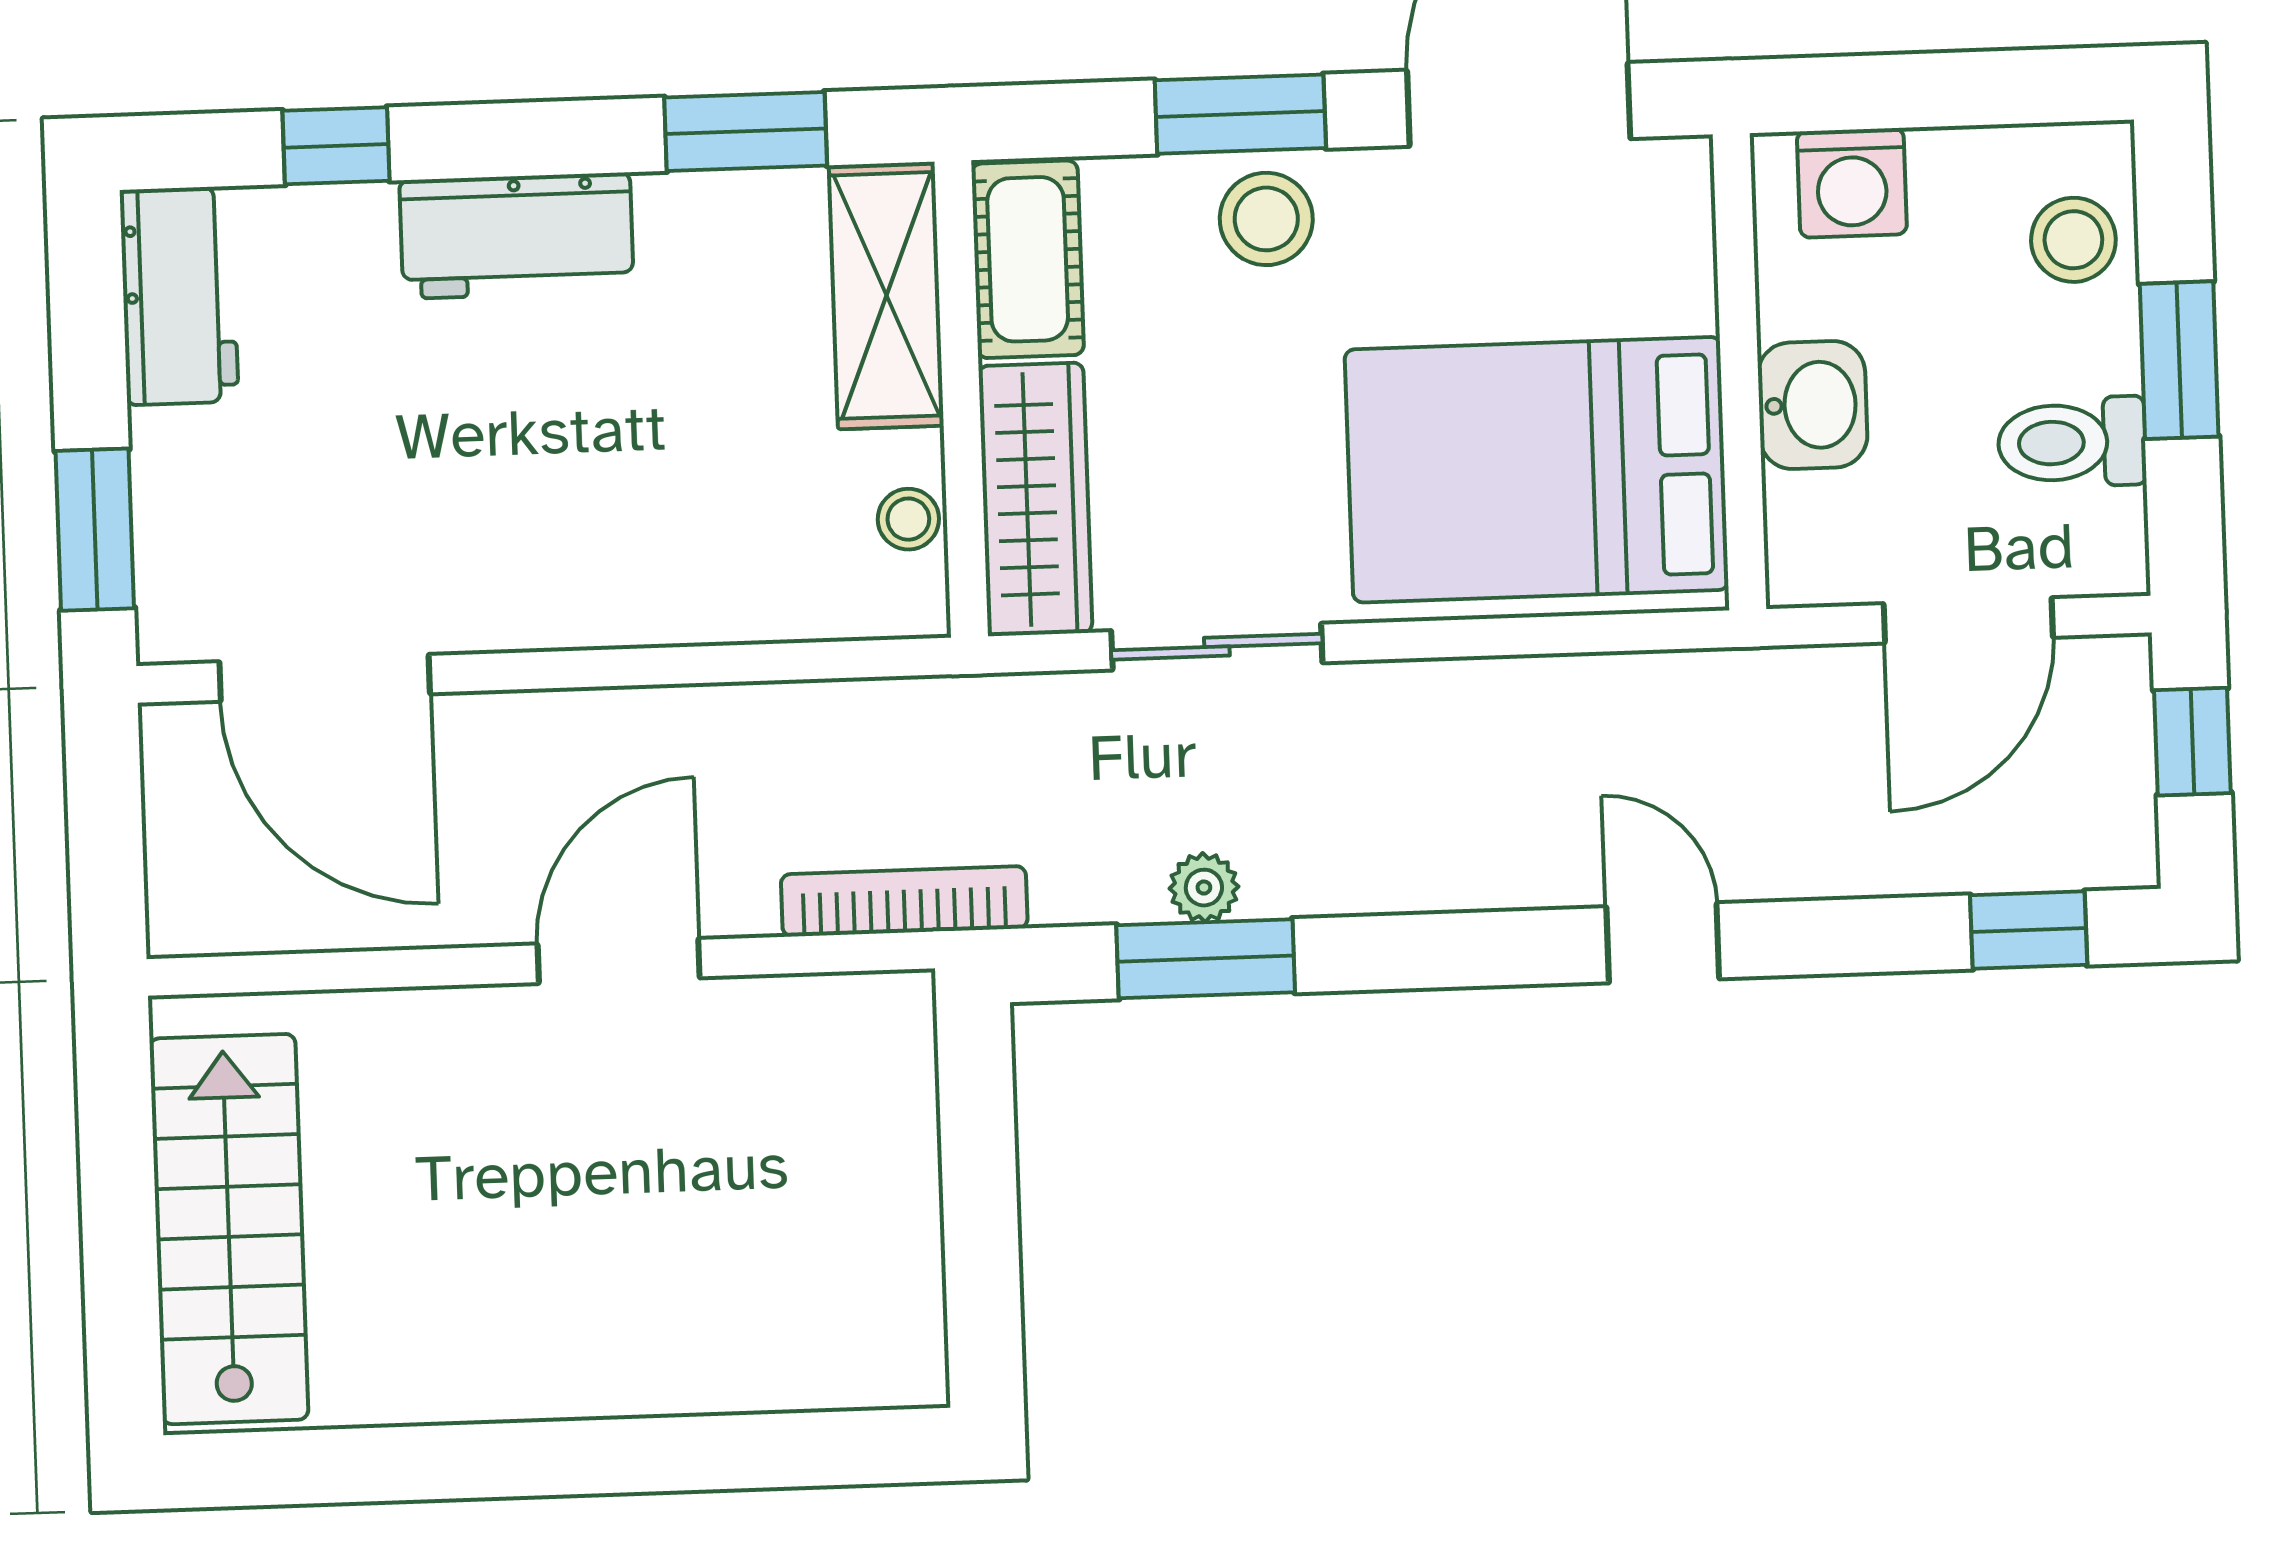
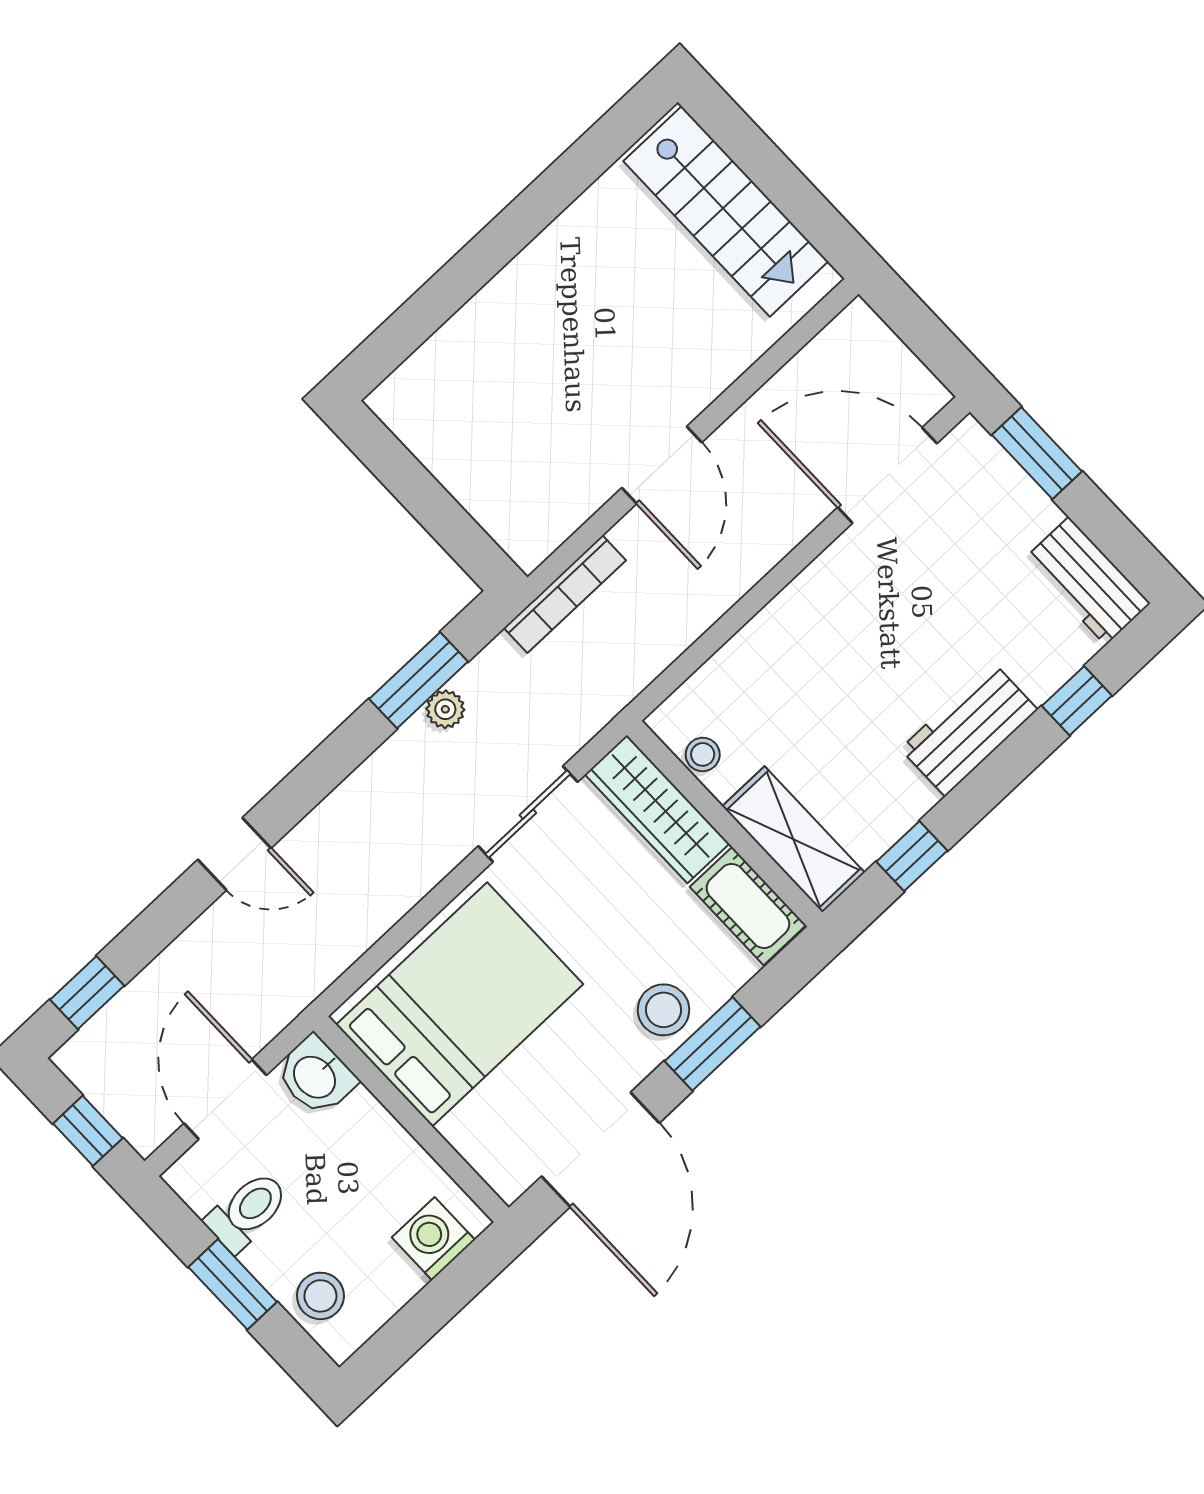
window: (746, 131) -> (912, 856), width x0.67
washbasin: (1813, 405) -> (316, 1076), moved

